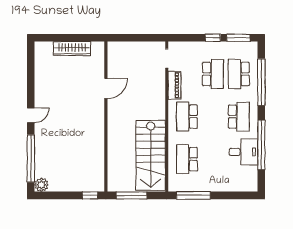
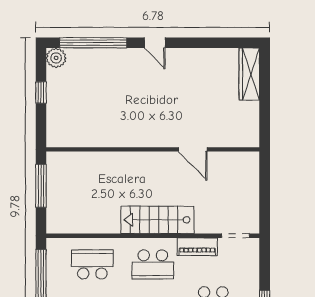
wardrobe: (72, 49) -> (249, 74), moved
school desk: (187, 117) -> (153, 264), turned 180
stairs: (151, 155) -> (157, 220), moved, width x0.73, depth x0.66
window: (90, 195) -> (41, 93), moved

